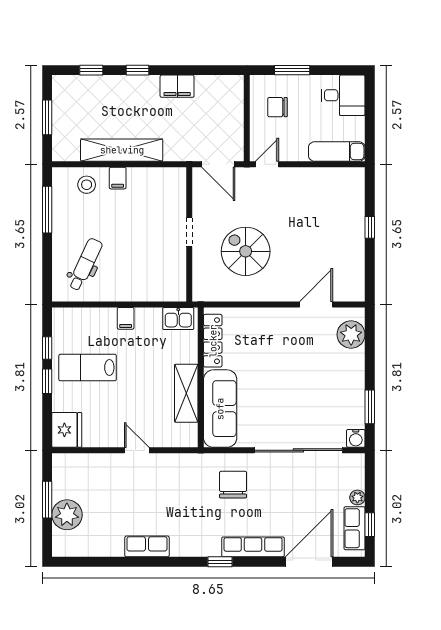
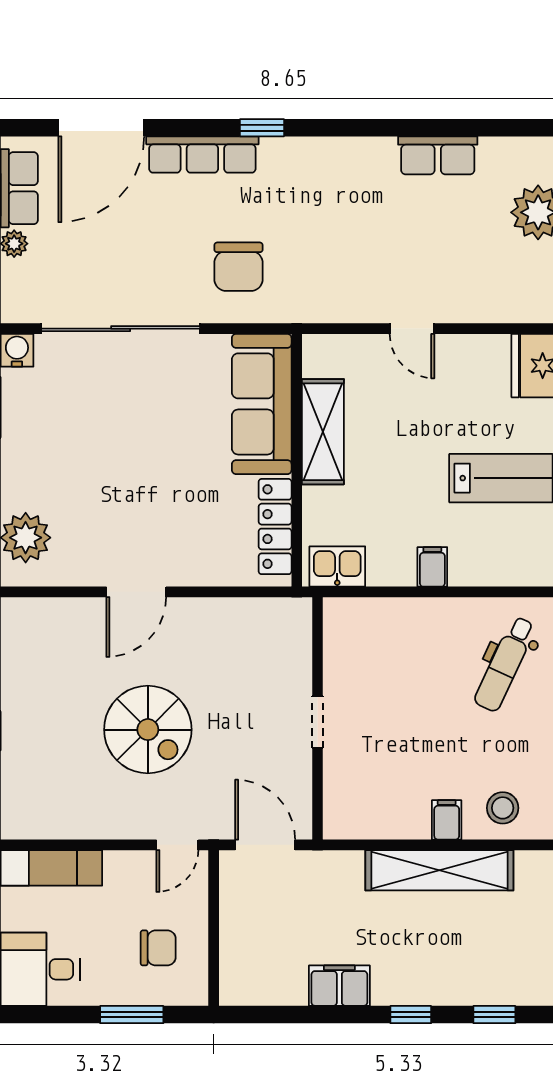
spiral stairs: (246, 251) -> (148, 730), moved
door: (316, 304) -> (136, 592), moved
row of seats: (147, 546) -> (438, 155), moved

